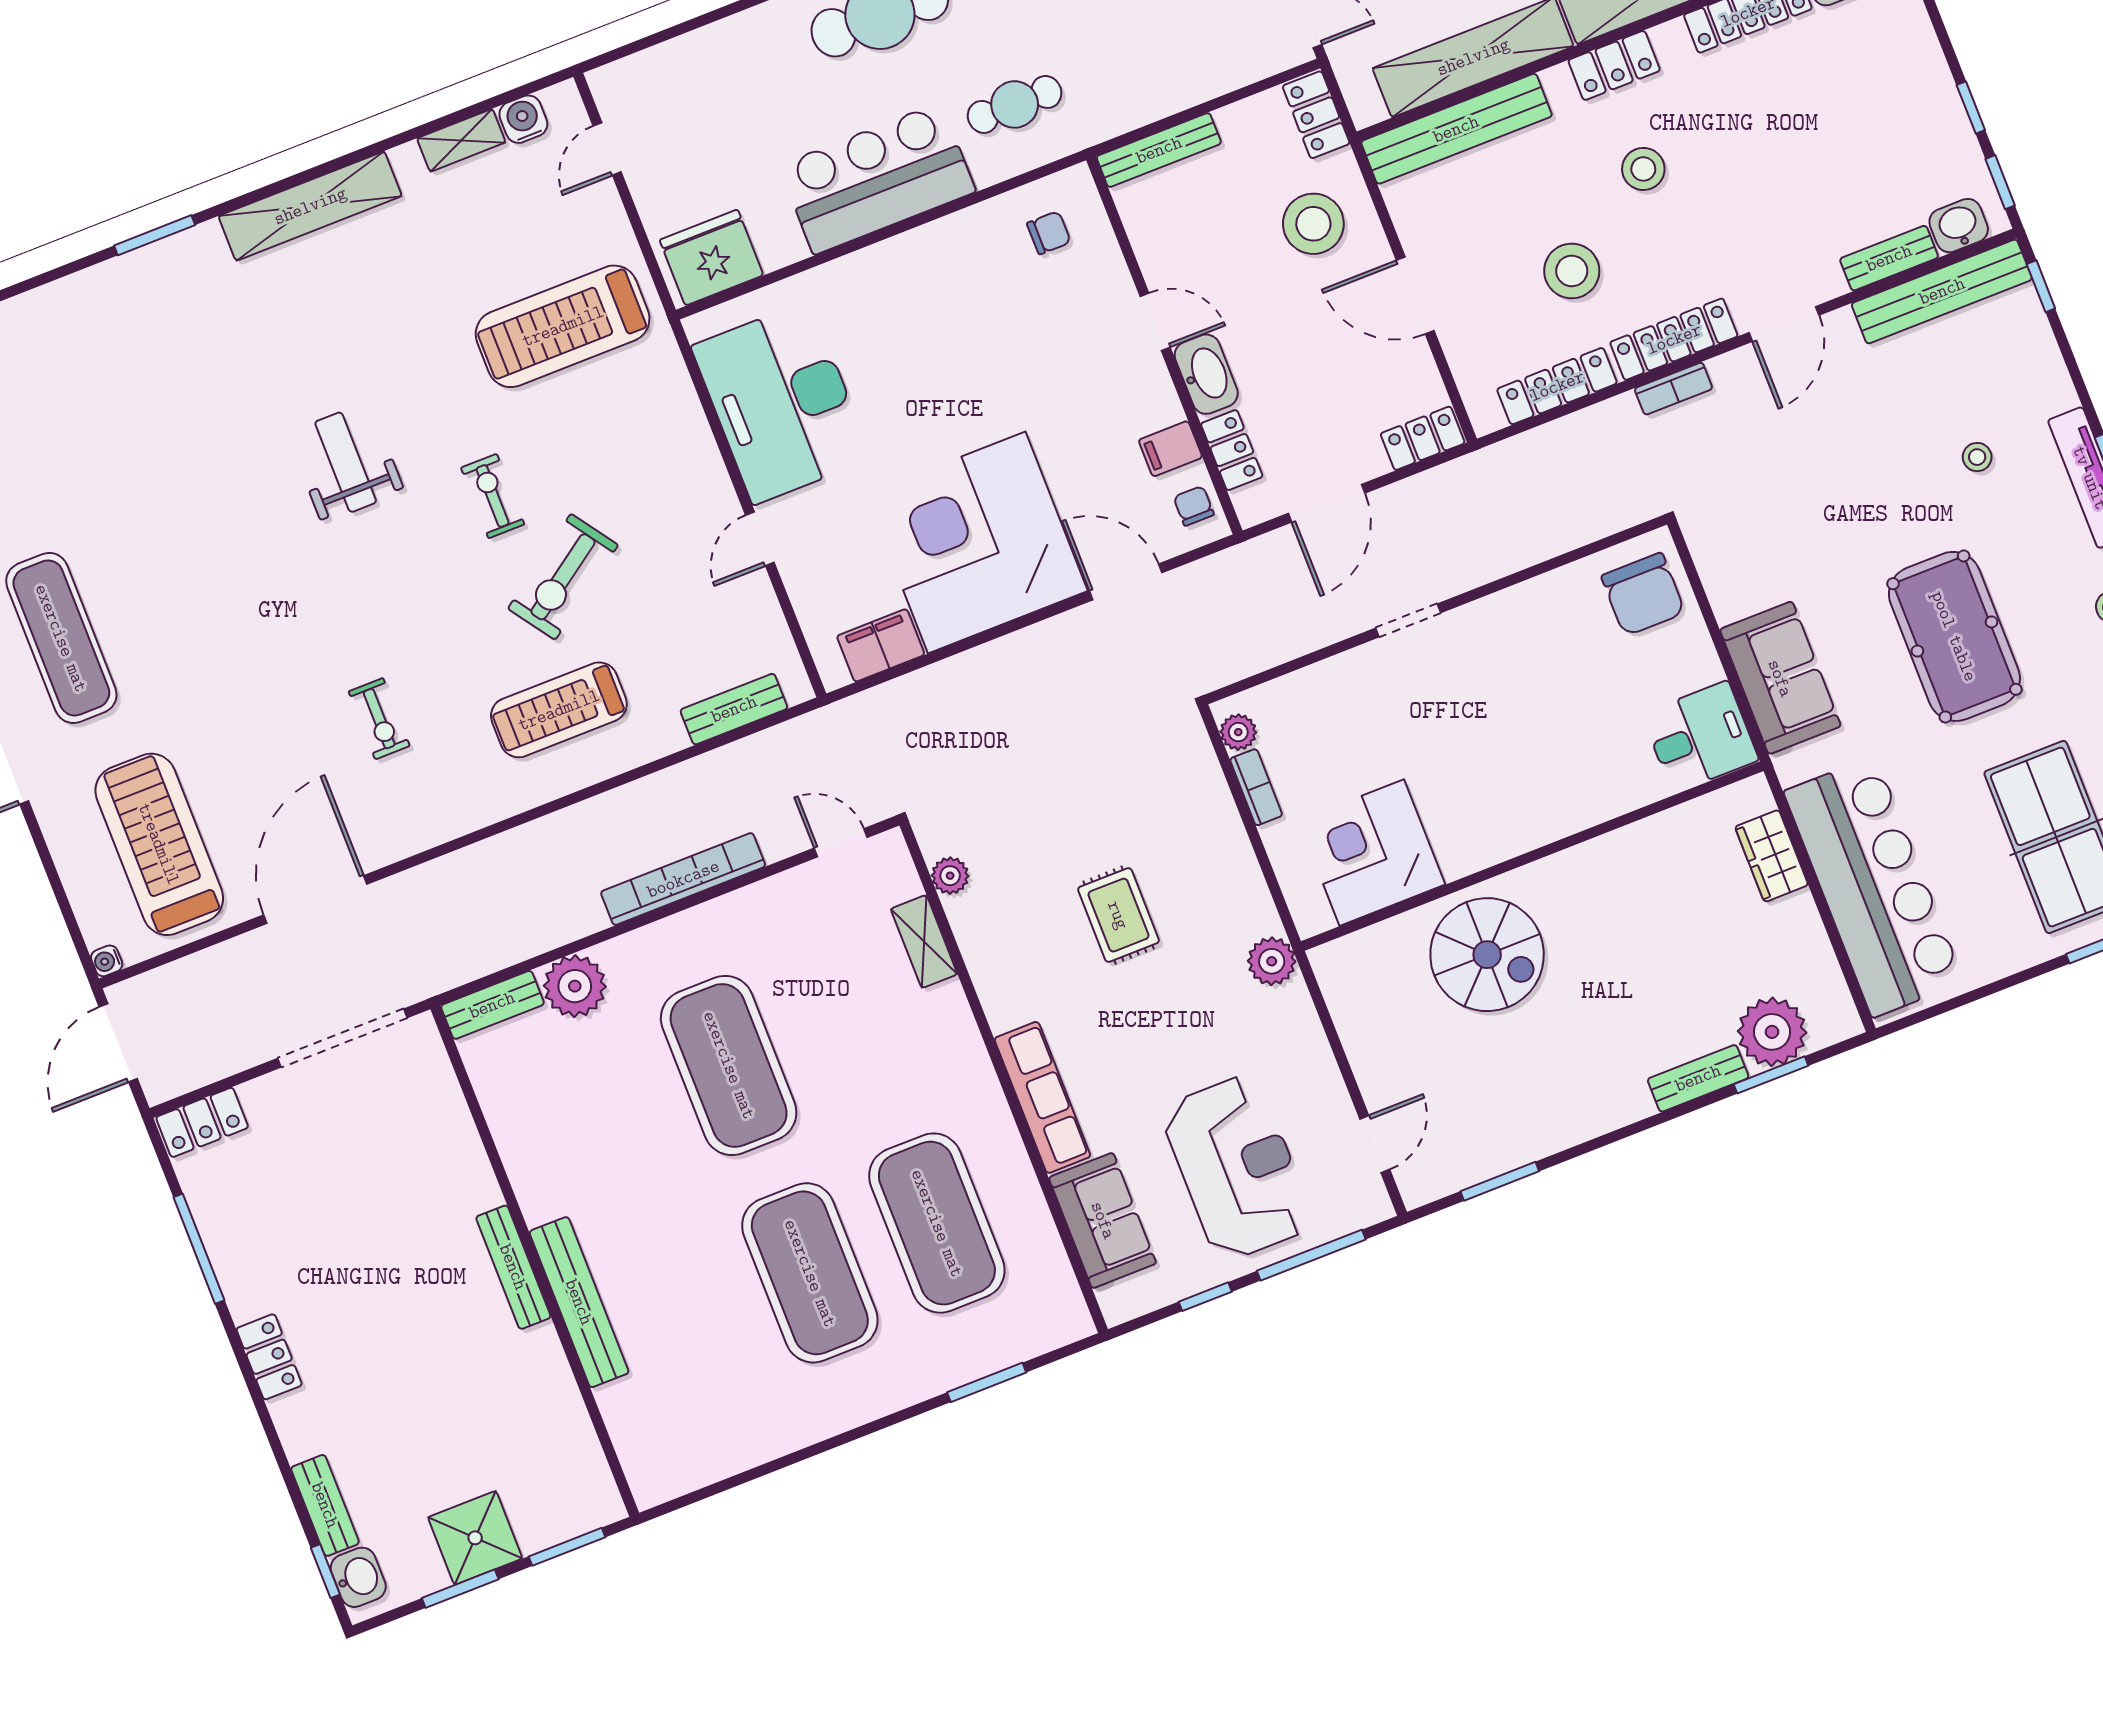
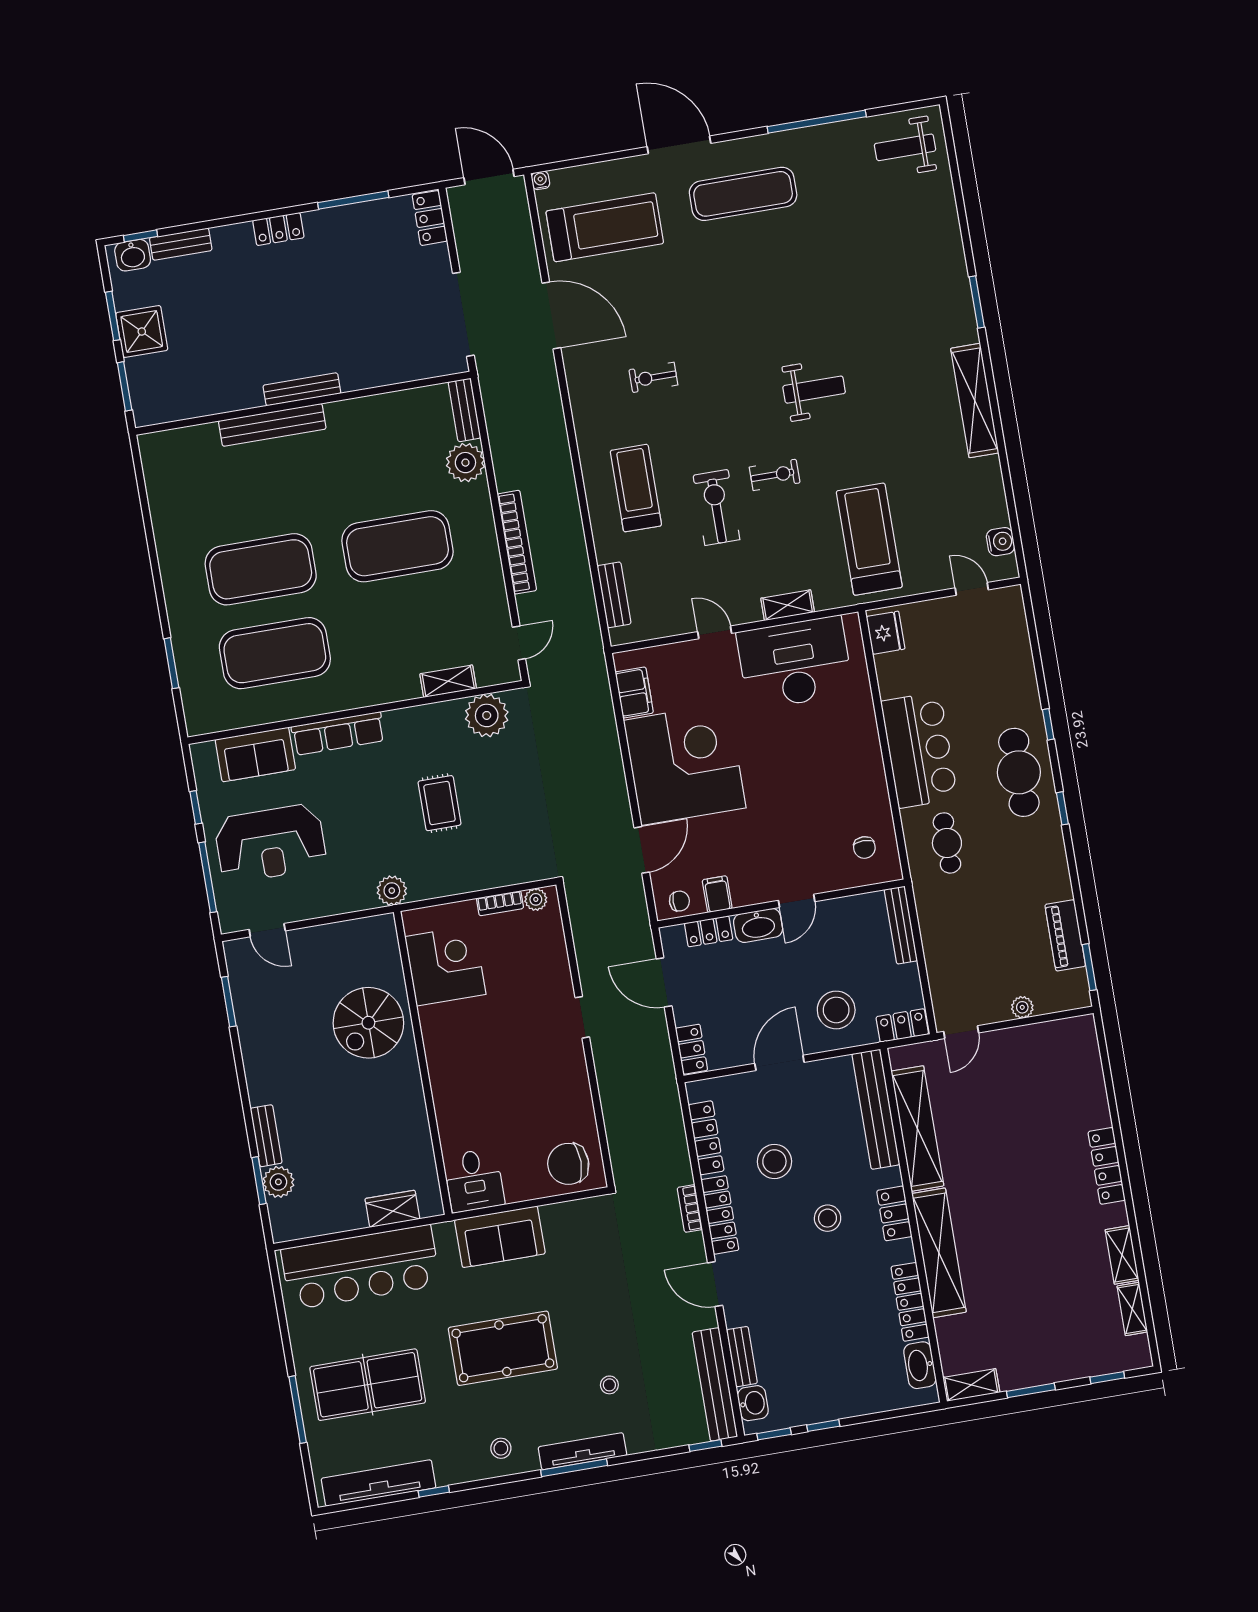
shelving: (461, 140) -> (788, 605), moved, turned 90
fridge: (711, 258) -> (886, 633), width x0.73, depth x0.75
exercise bike: (563, 577) -> (716, 507), turned 35
plant: (950, 876) -> (487, 715), width x1.88, depth x1.88
rug: (1118, 915) -> (440, 803), turned 90
plant: (1772, 1032) -> (278, 1182), width x0.73, depth x0.73

